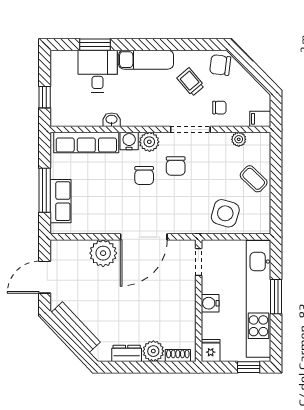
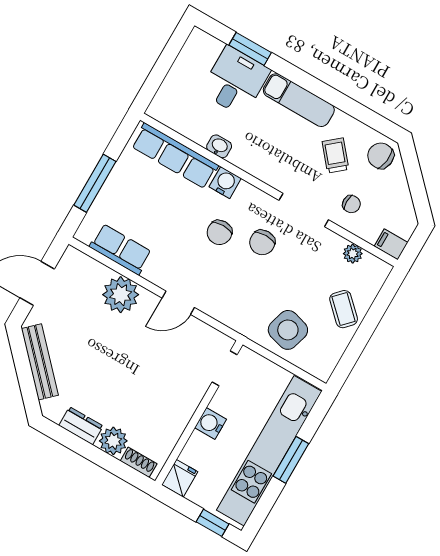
window: (45, 97) -> (157, 76), removed
plant: (149, 142) -> (248, 197), removed
row of seats: (60, 201) -> (121, 249), moved, turned -90
door: (144, 237) -> (178, 303), width x0.53

